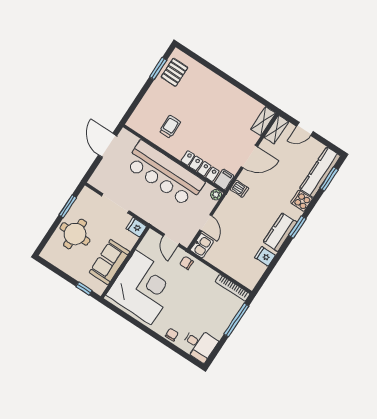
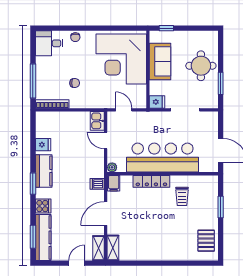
window: (158, 68) -> (221, 207), moved
locker: (200, 166) -> (151, 181), moved
chair: (187, 263) -> (75, 83), moved

